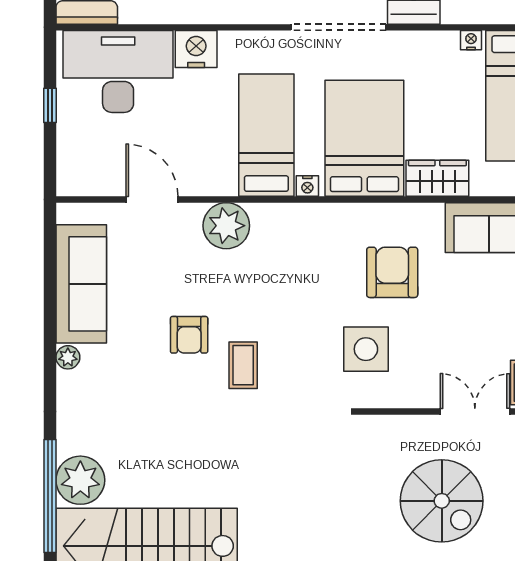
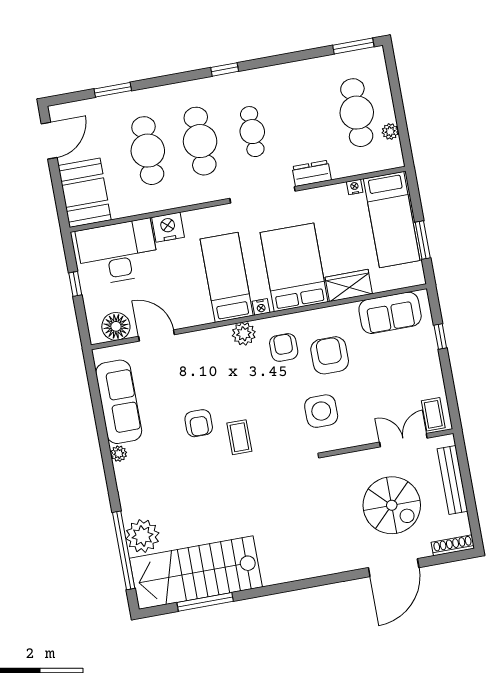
floor lamp: (97, 176) -> (116, 326), added
plant: (226, 226) -> (244, 334), moved, width x0.73, depth x0.73
armchair: (329, 249) -> (284, 347), added

